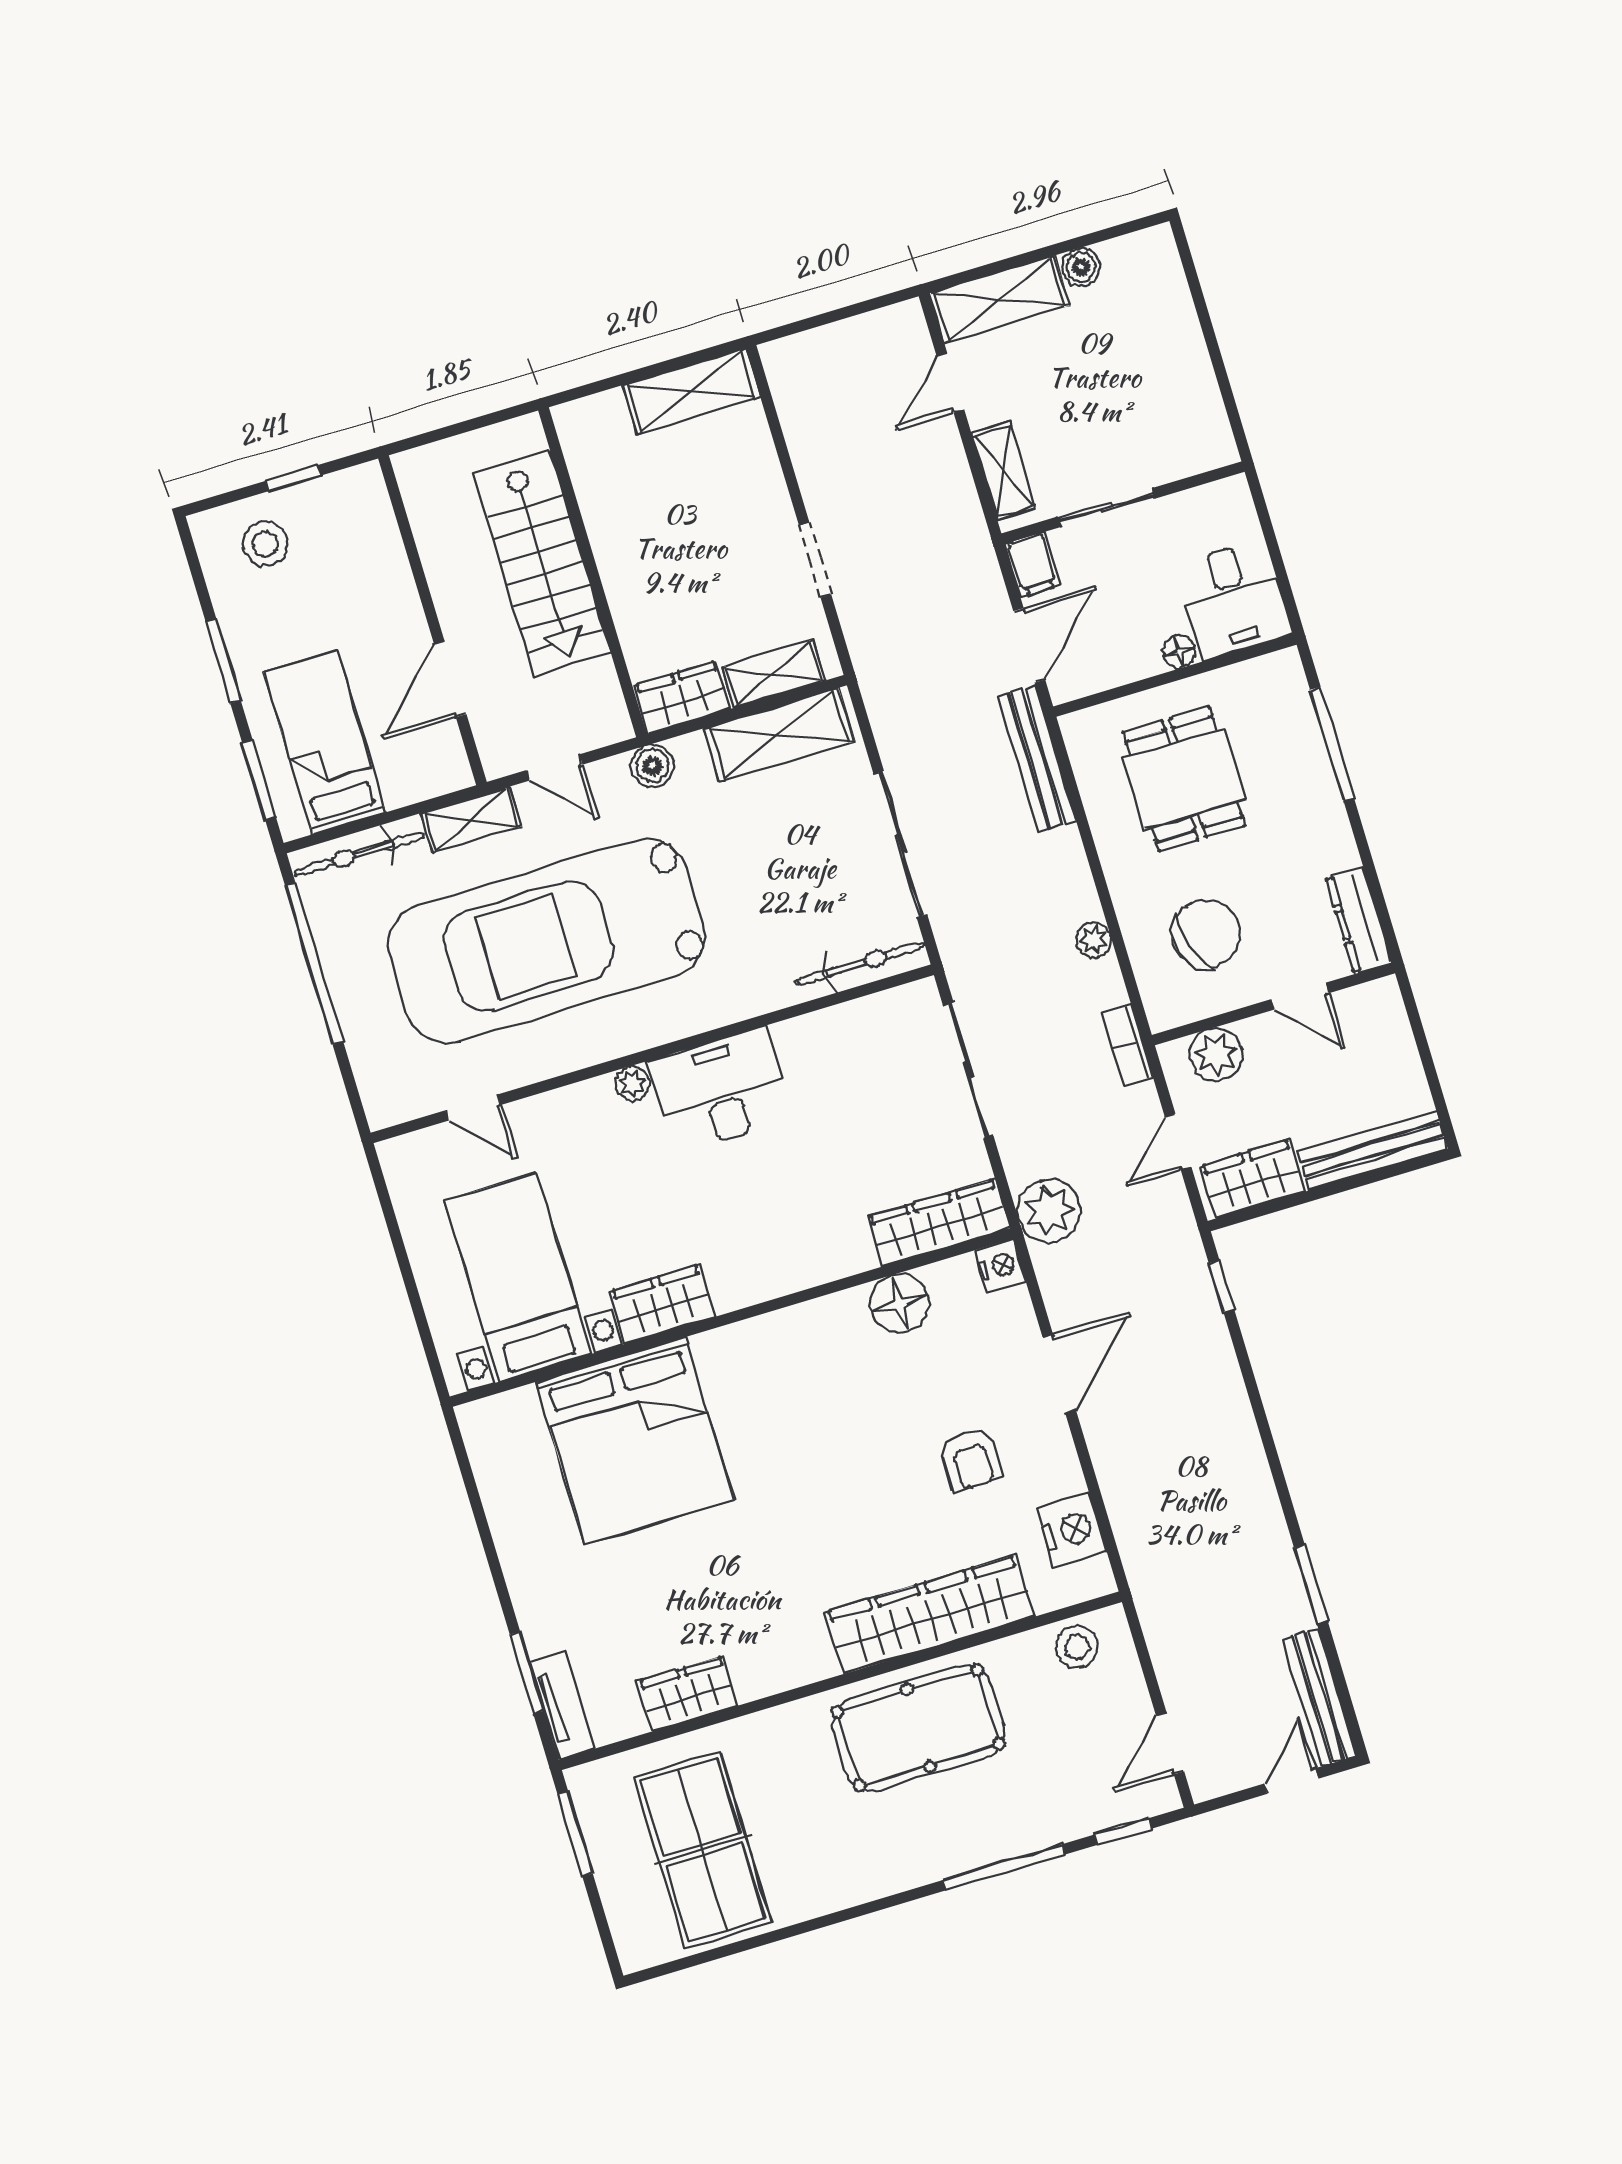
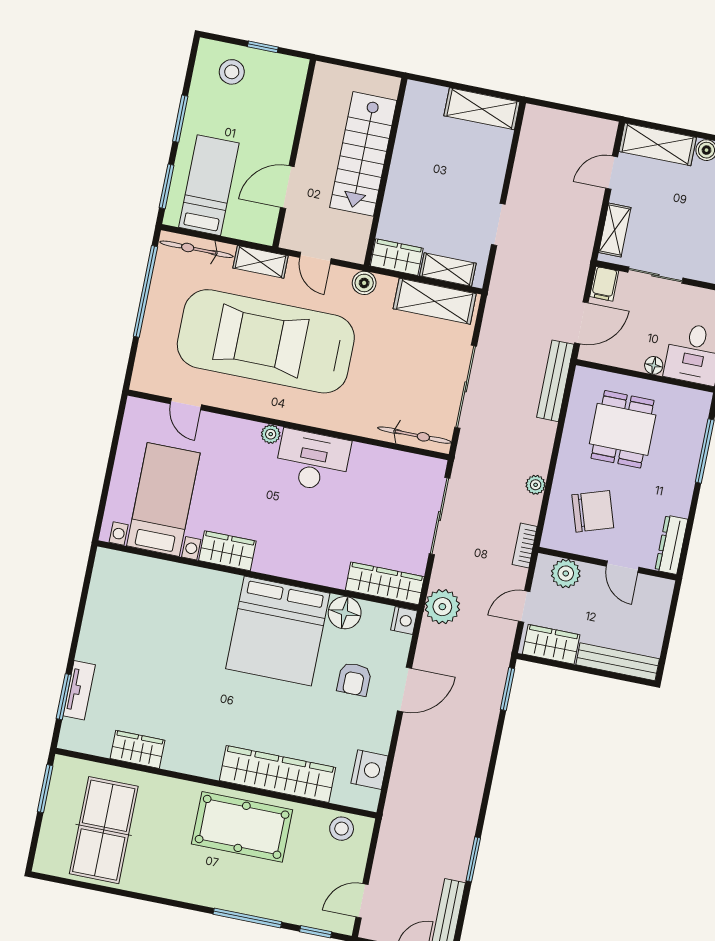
window: (1221, 1286) -> (508, 689), width x1.50
bed: (635, 1441) -> (278, 631), moved
armchair: (971, 1459) -> (354, 679), moved
tv unit: (563, 1706) -> (79, 690), moved

